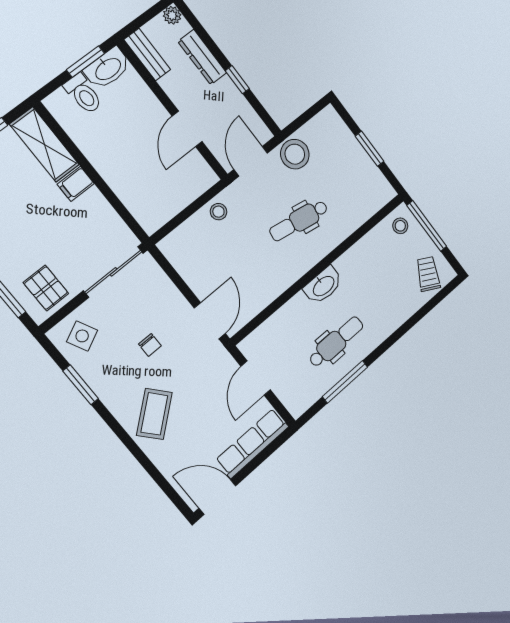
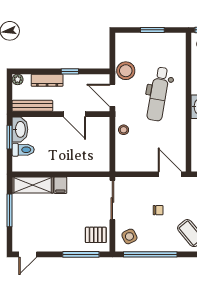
bench: (147, 55) -> (32, 106), width x1.36
dental chair: (299, 221) -> (158, 94), width x1.36, depth x1.38
window: (81, 385) -> (150, 254), width x2.11

